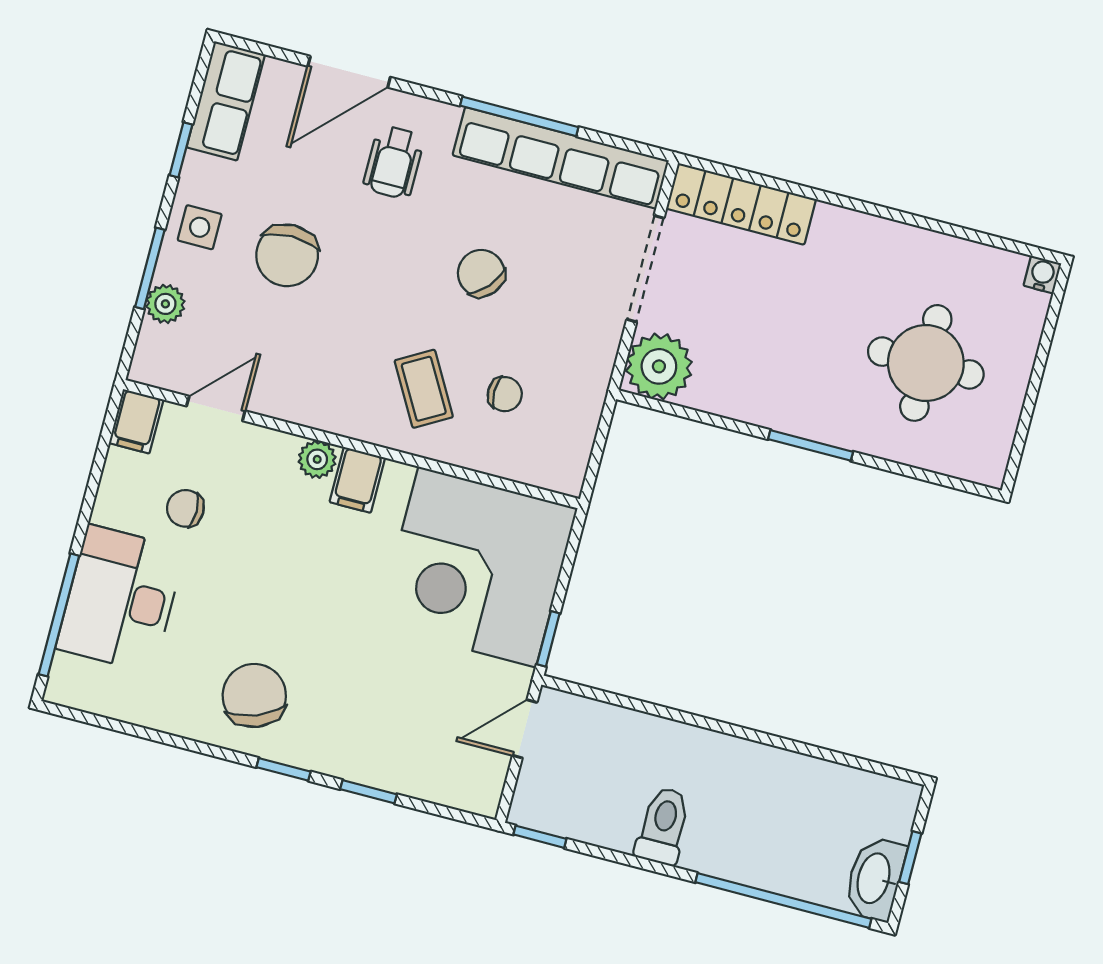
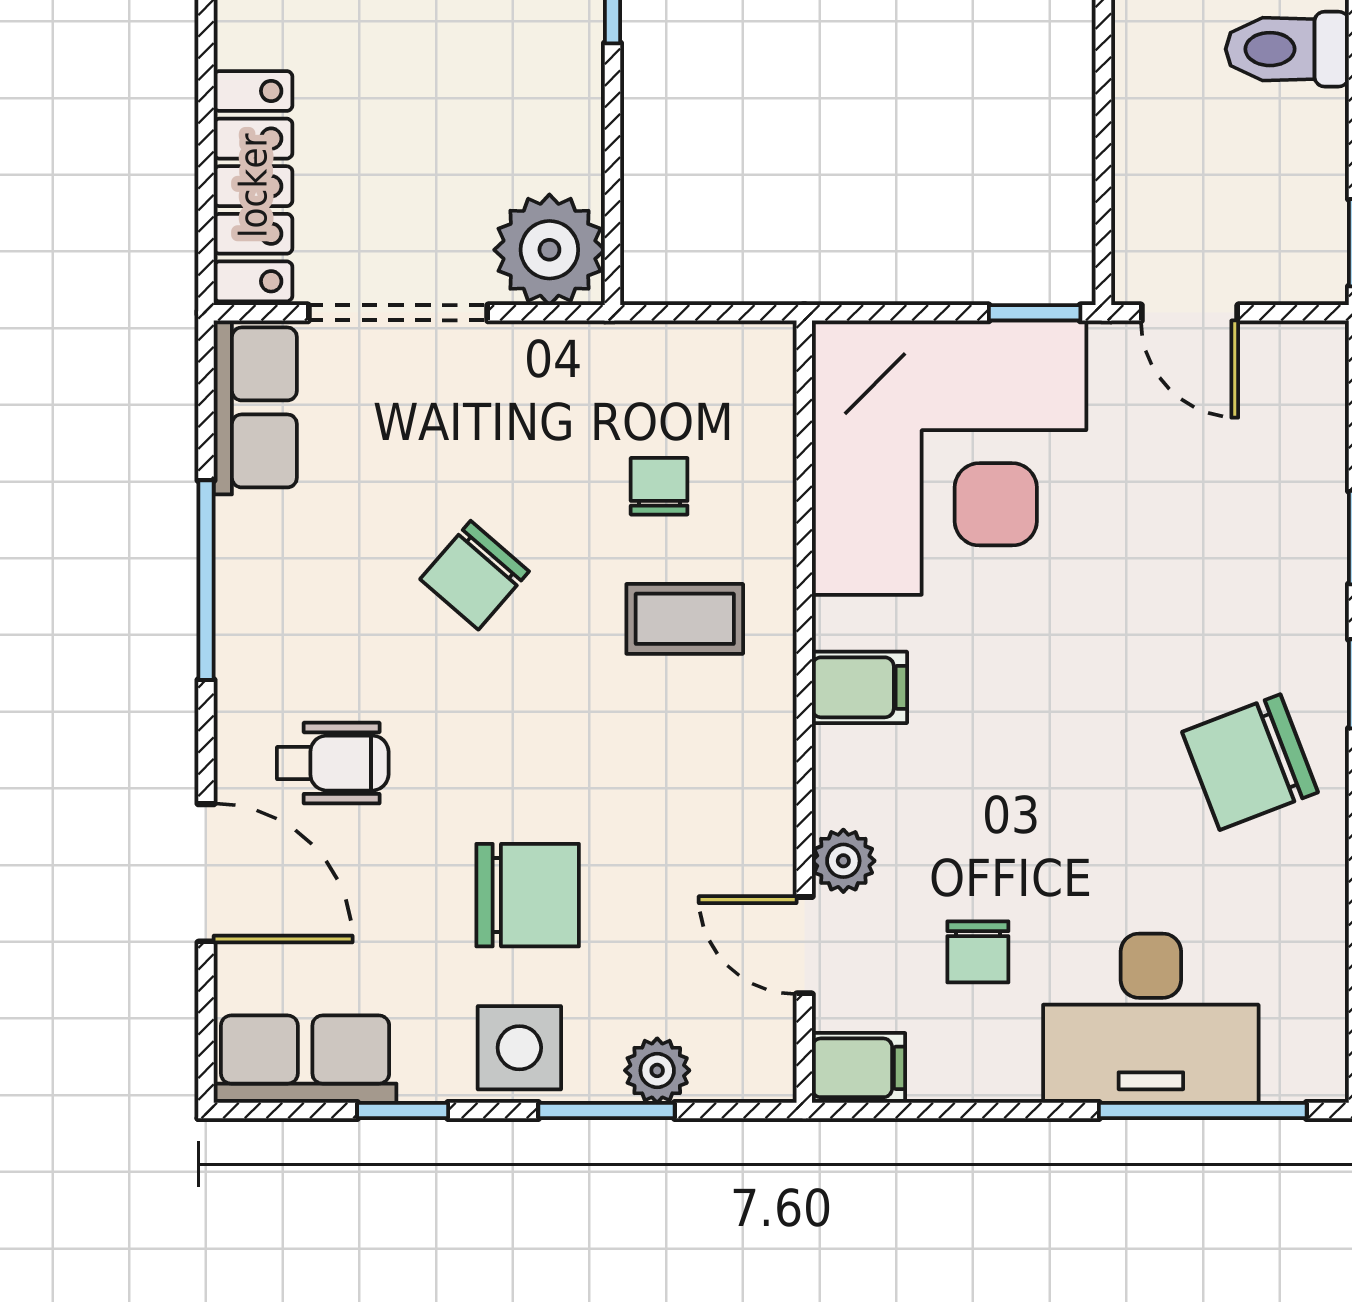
row of seats: (561, 158) -> (255, 407), width x0.50
side table: (200, 227) -> (519, 1048), width x1.37, depth x1.37
coffee table: (424, 389) -> (685, 619), turned 30
plant: (317, 459) -> (843, 861), moved

